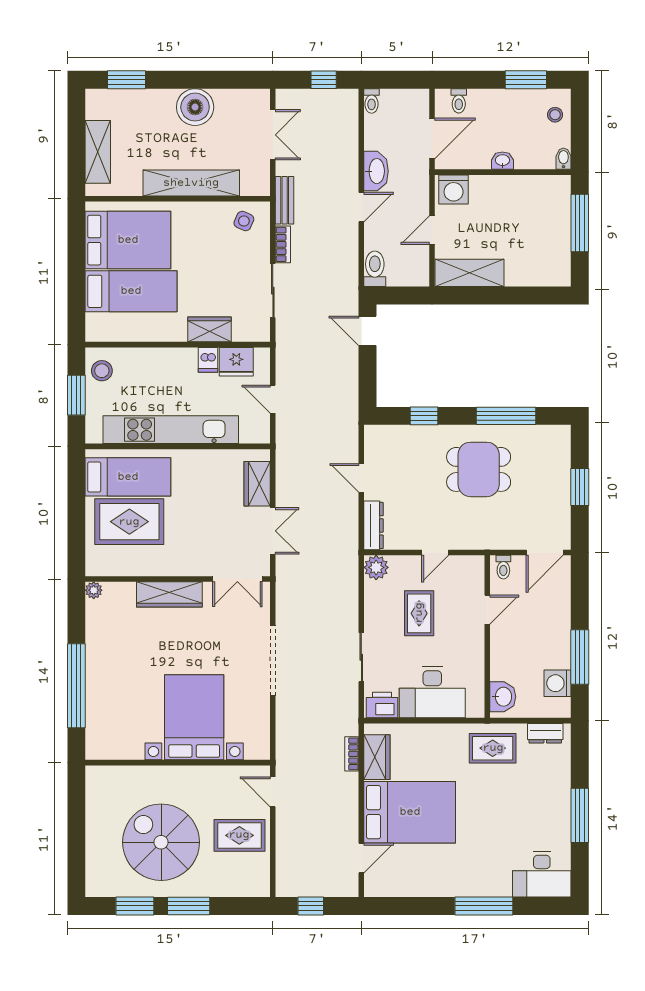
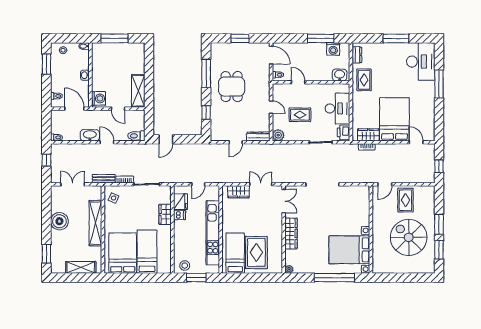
bed with nightstands: (194, 717) -> (349, 250), moved
spiral stairs: (161, 842) -> (409, 237), turned 90
desk: (542, 874) -> (421, 62), width x1.36, depth x1.30

